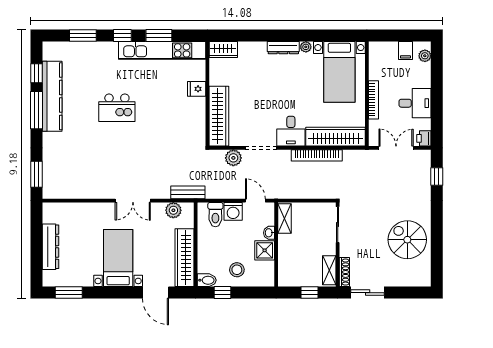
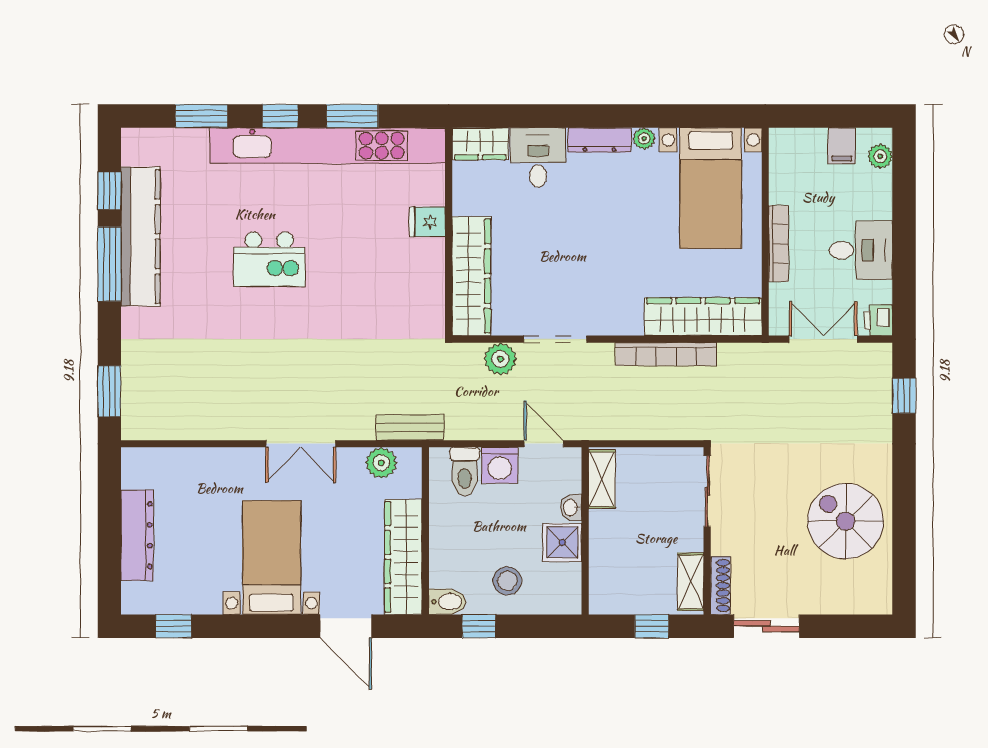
kitchen unit: (162, 50) -> (328, 146), width x1.36
desk: (291, 131) -> (538, 158), moved, turned 180
window: (69, 293) -> (173, 626), width x0.67

